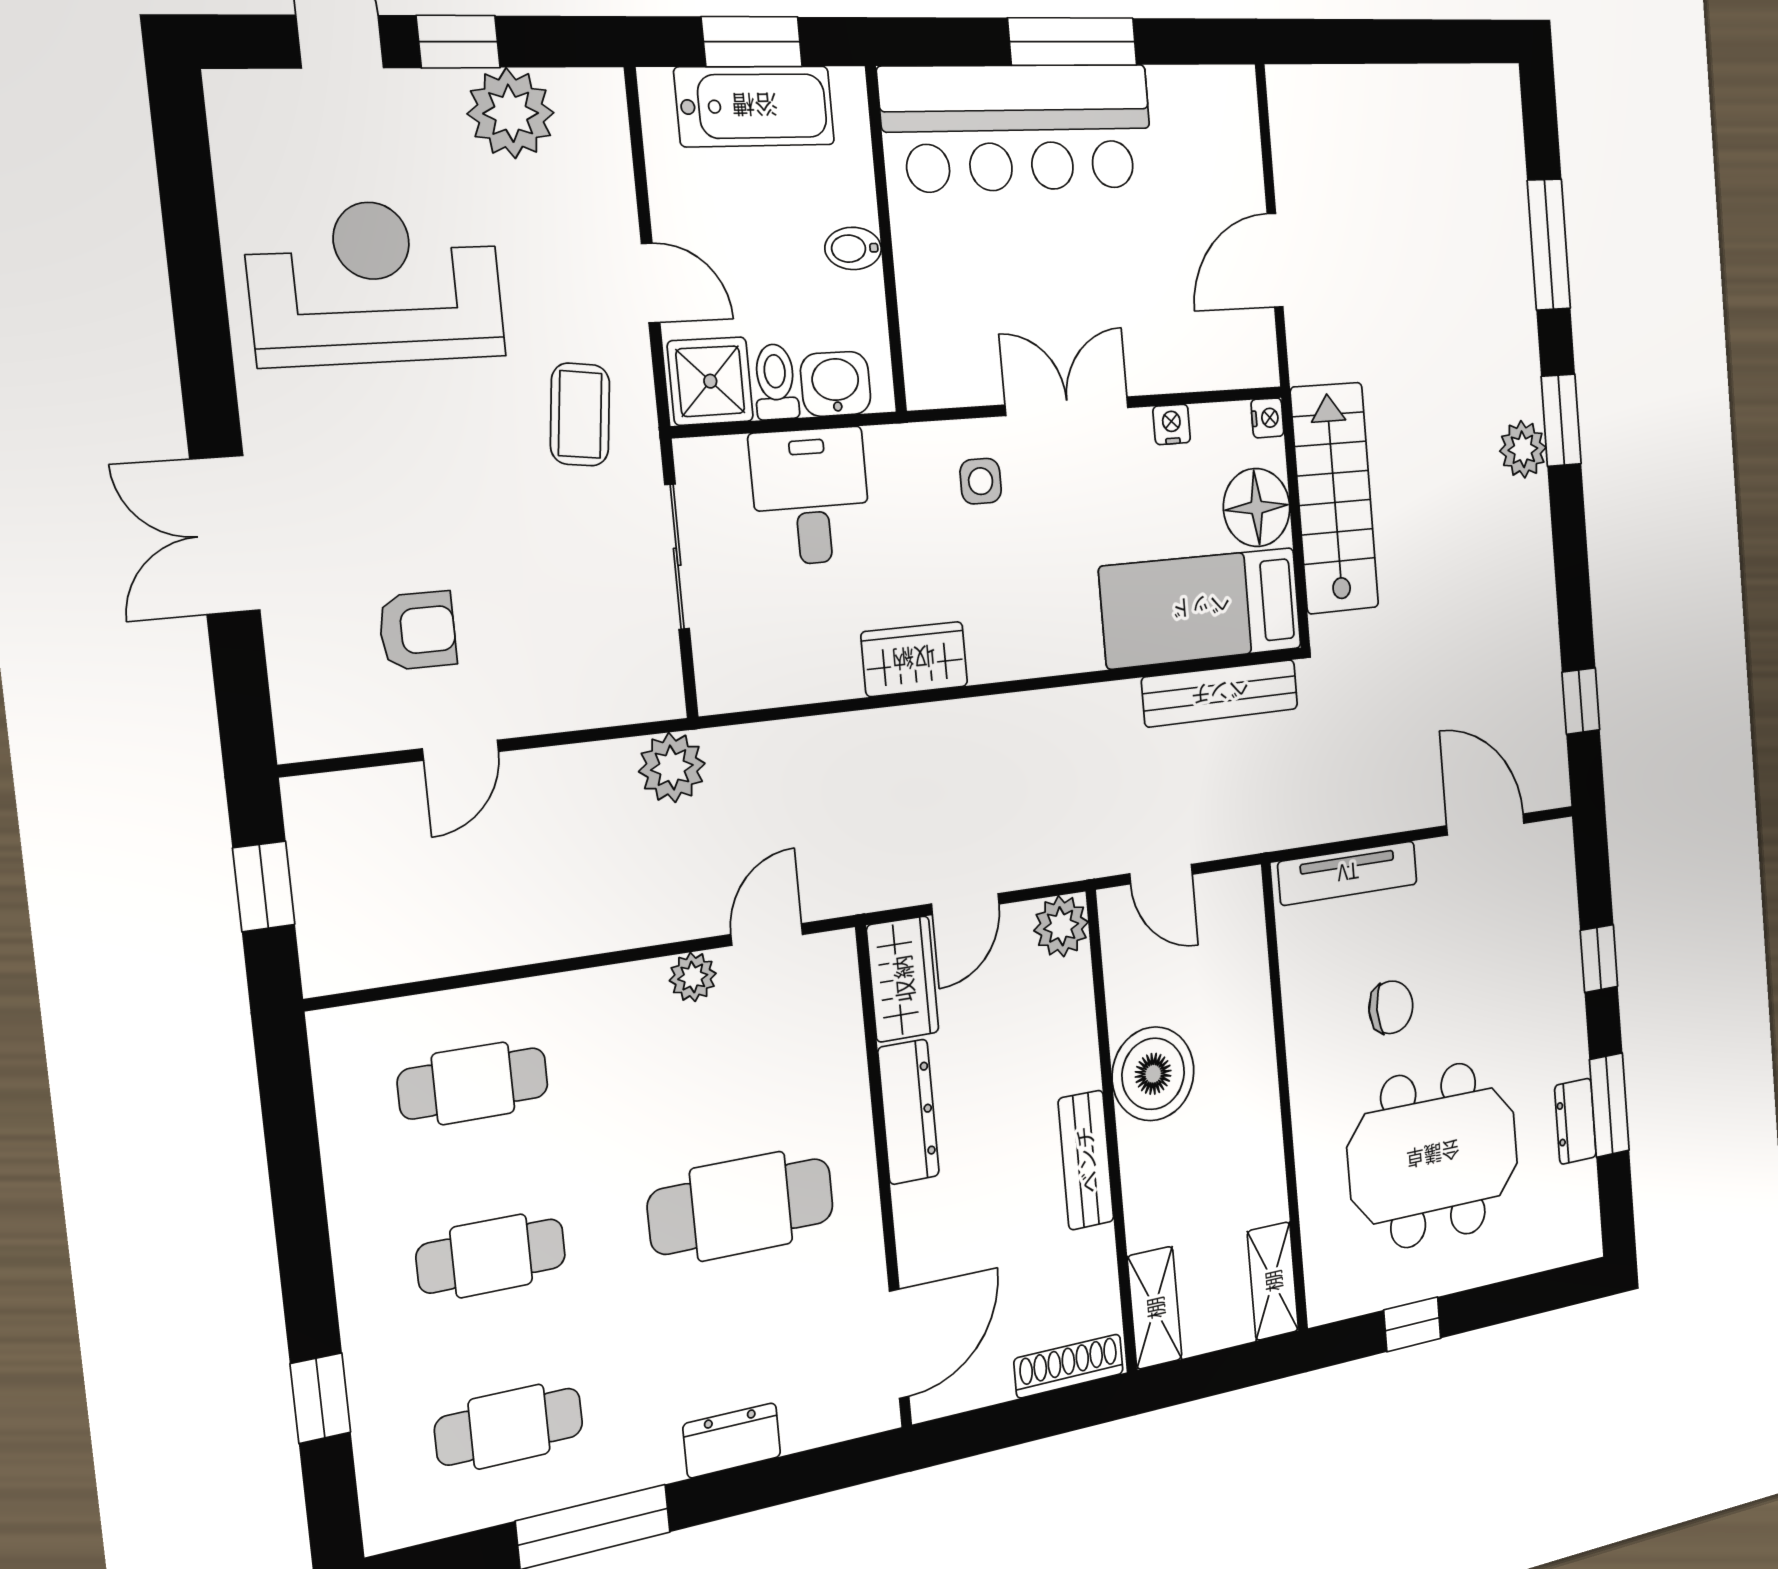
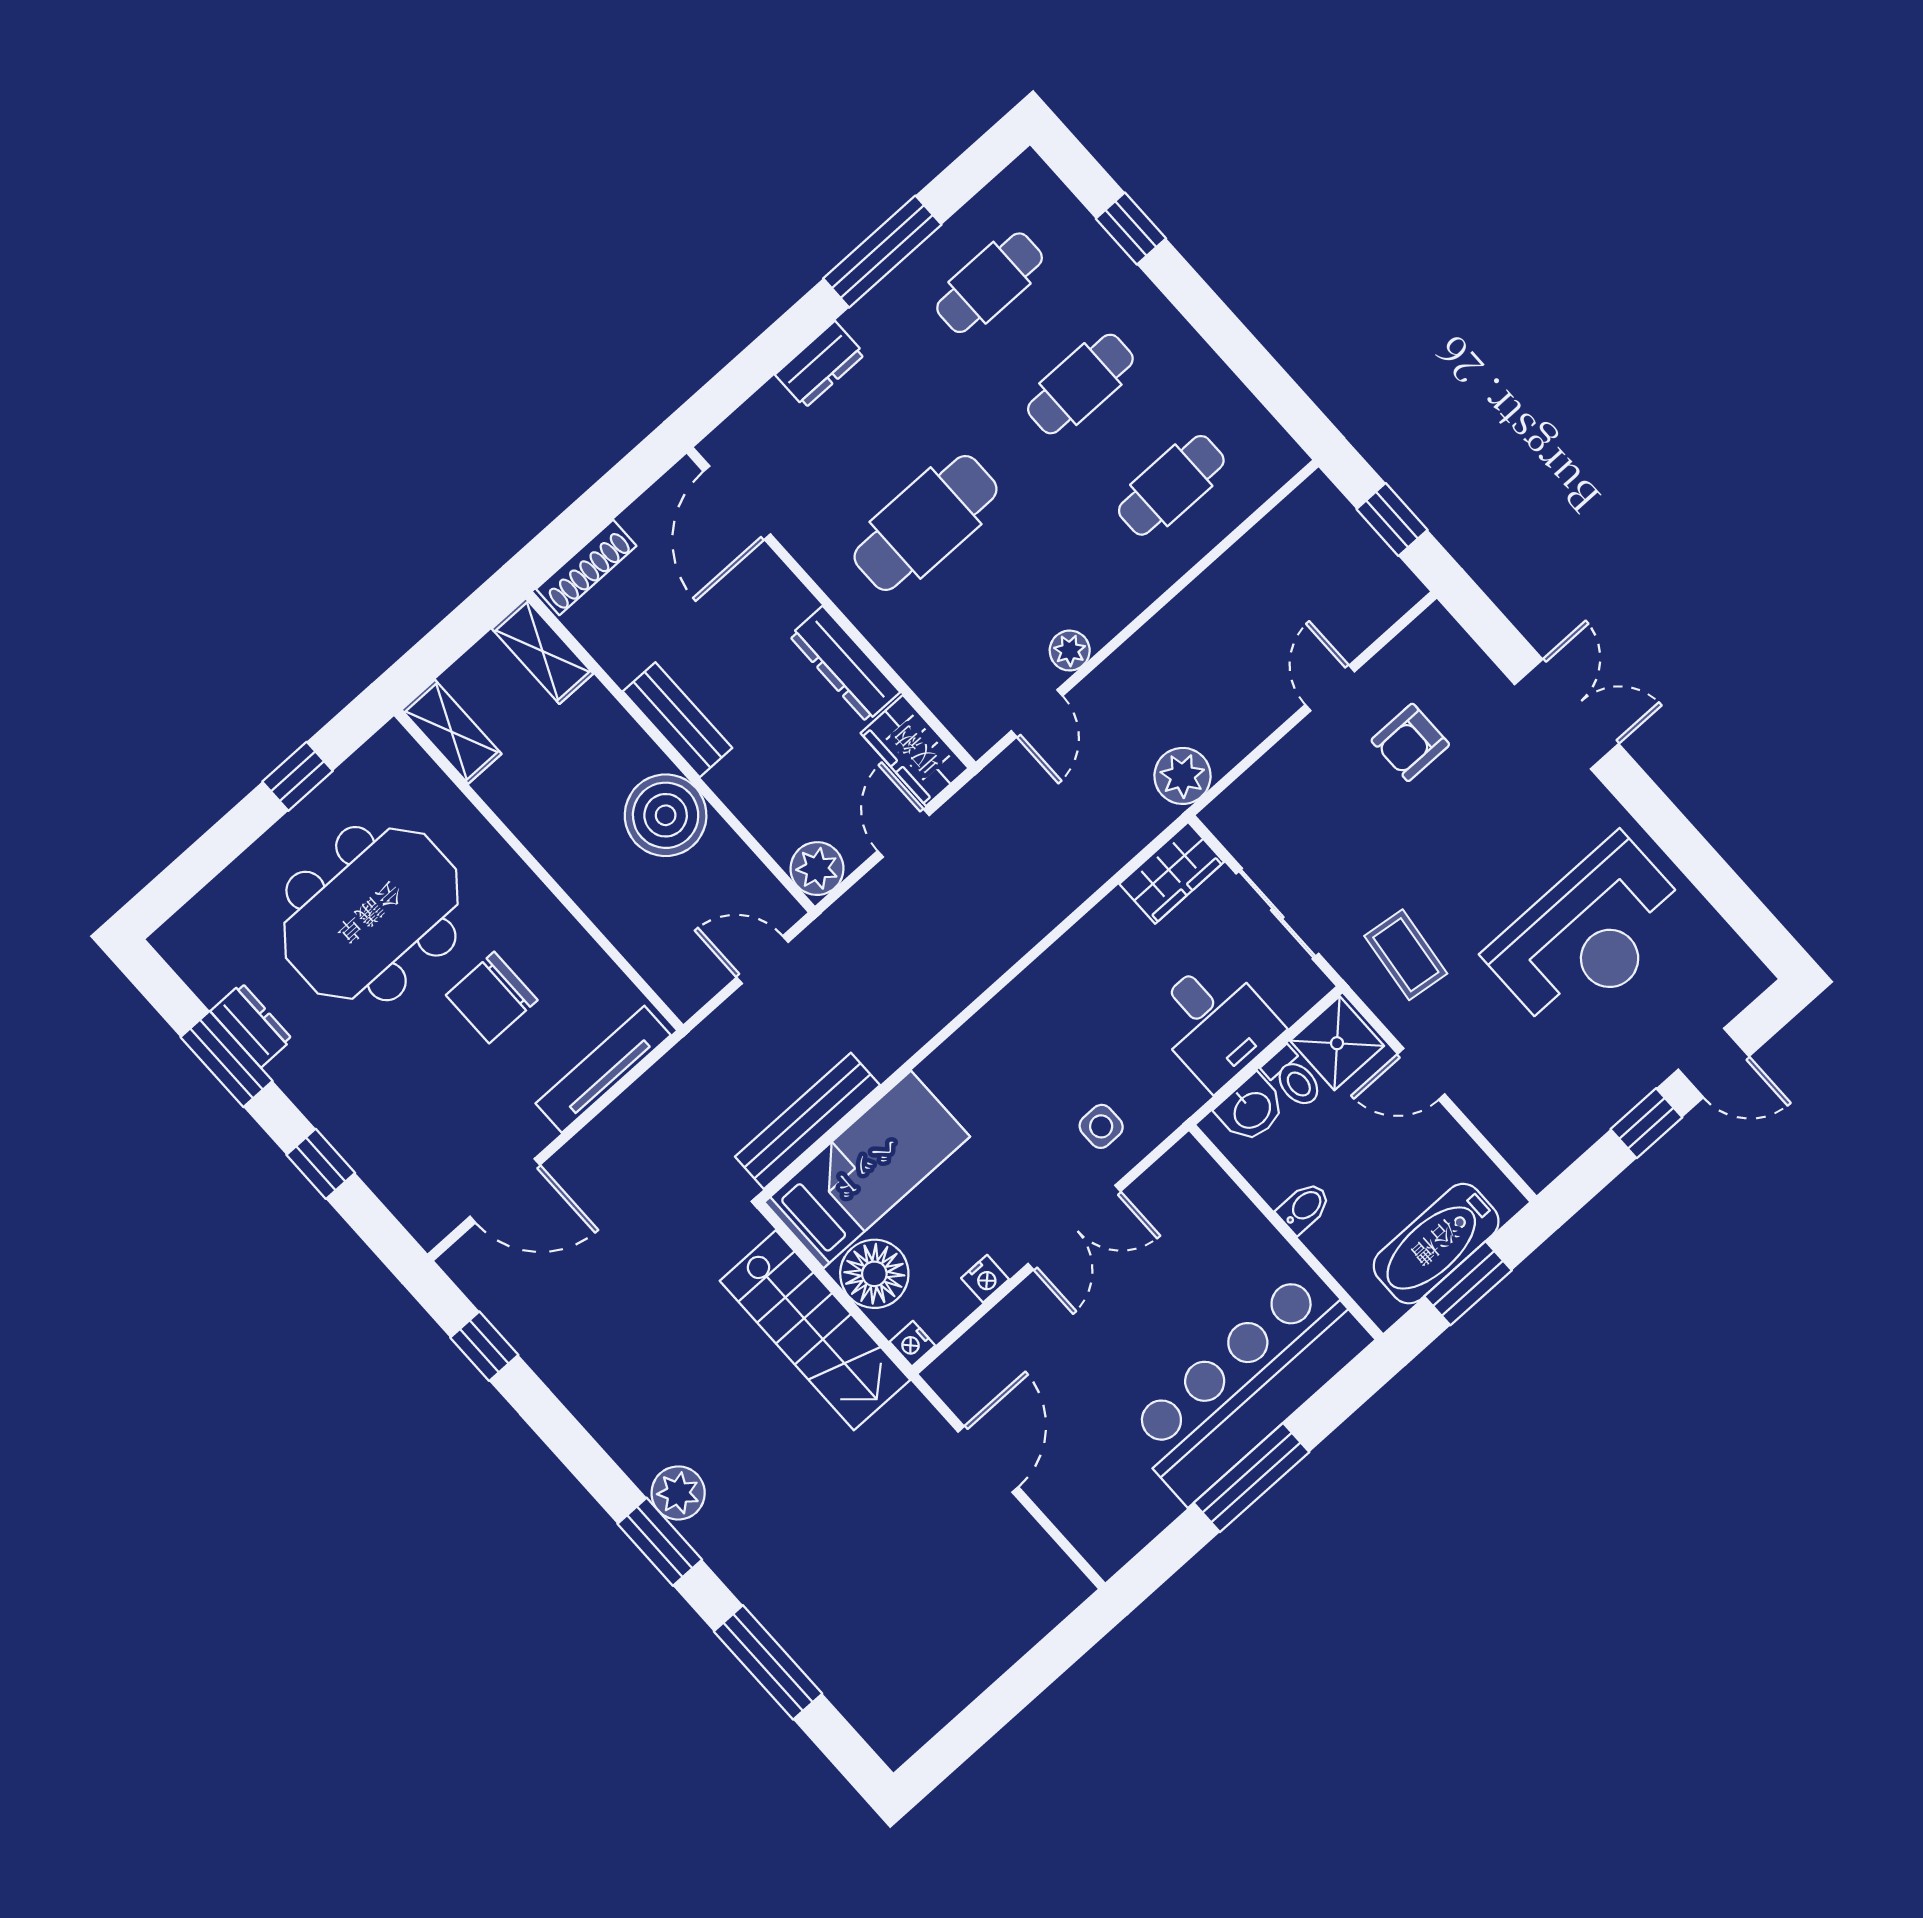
plant: (511, 113) -> (1584, 1107), removed
wardrobe: (914, 659) -> (1172, 873), moved
chair: (1391, 1007) -> (492, 998), width x1.37, depth x1.37

